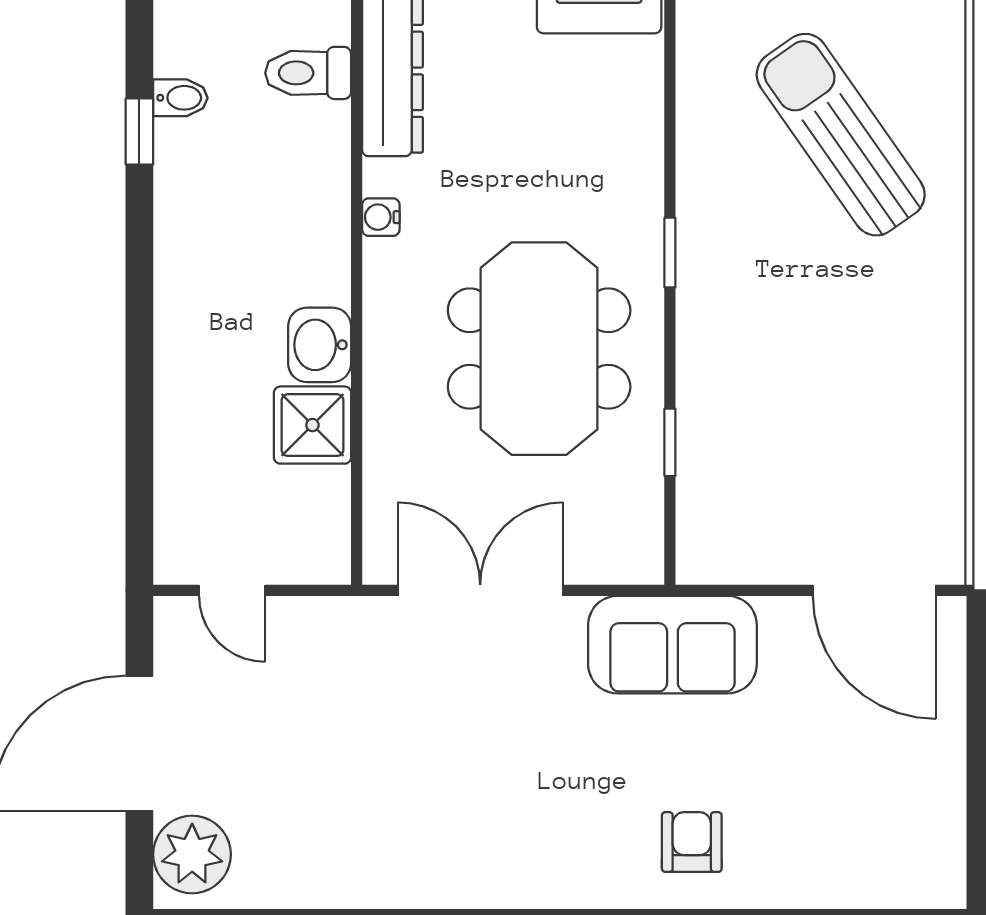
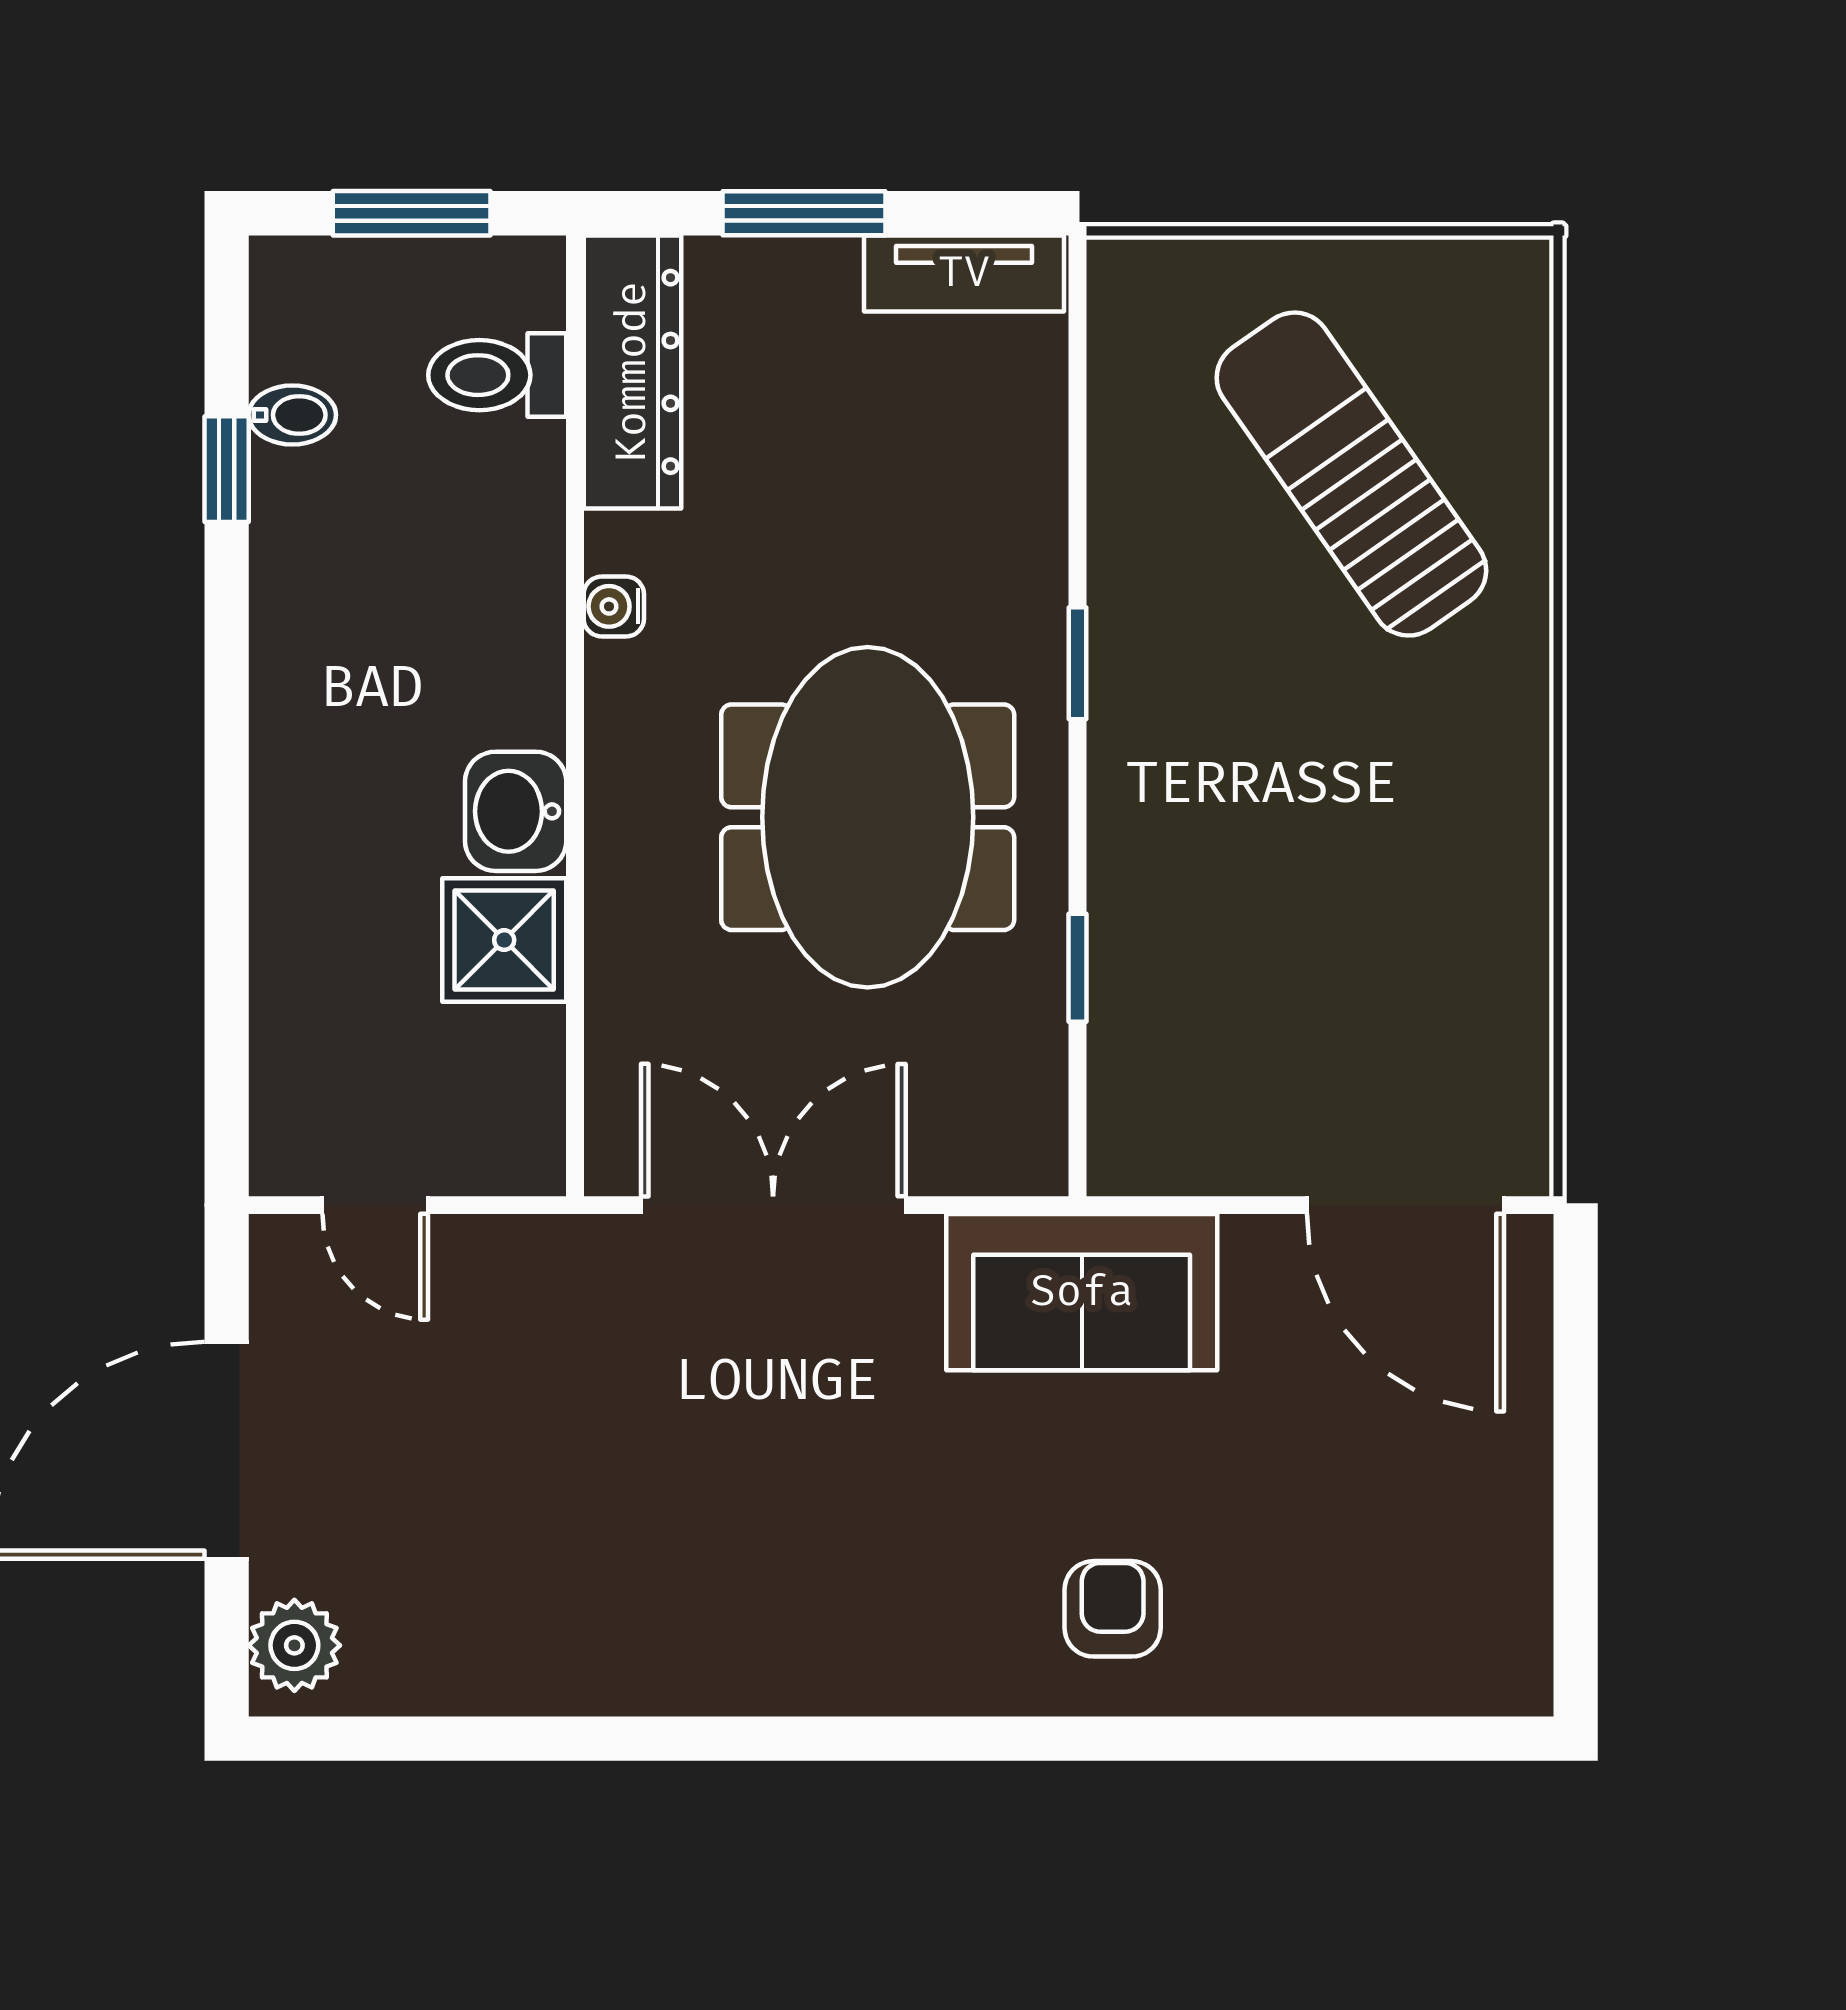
plant: (192, 854) -> (294, 1645), width x0.73, depth x0.73

